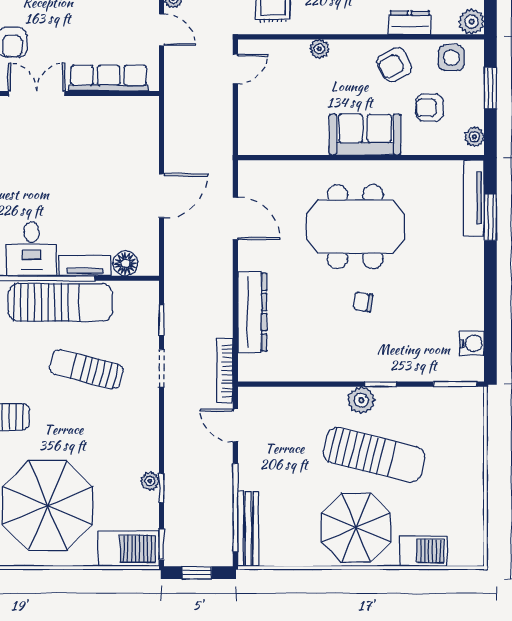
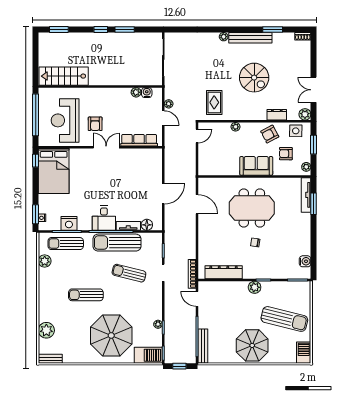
sun lounger: (60, 302) -> (117, 243), turned 180
dresser: (252, 312) -> (224, 272), moved, turned -90
sun lounger: (374, 455) -> (284, 319), moved
barbecue: (424, 551) -> (304, 353), moved, turned -90

